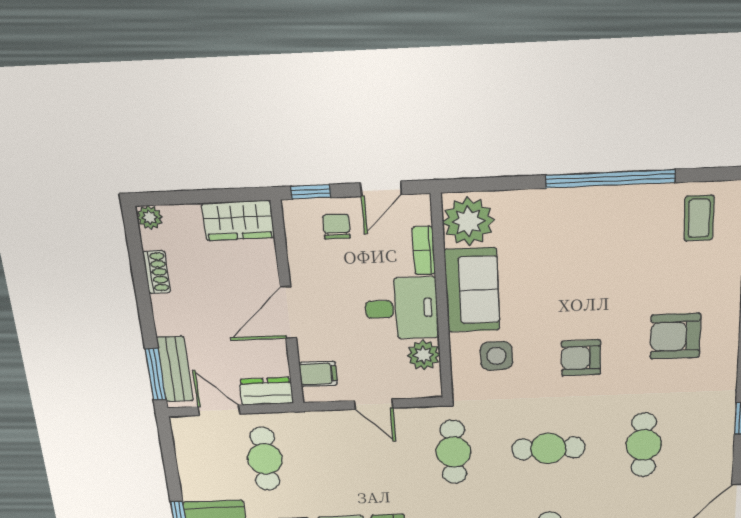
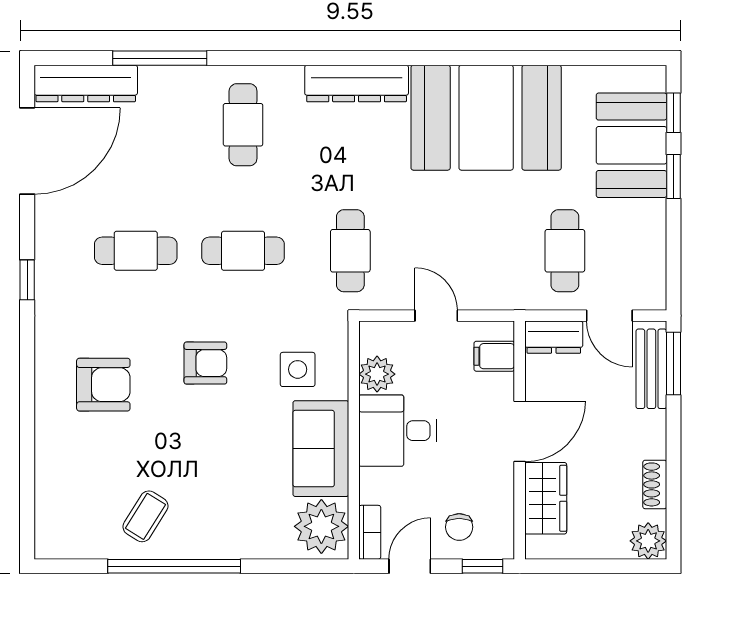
plant: (149, 217) -> (648, 541), width x1.38, depth x1.38
coffee table: (699, 218) -> (145, 516), moved, turned 32
wardrobe: (238, 220) -> (546, 498), moved, turned 90
bookcase: (424, 251) -> (370, 532), moved
cafe table: (644, 445) -> (136, 251), turned 90

